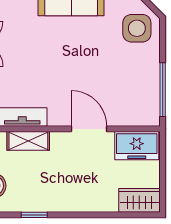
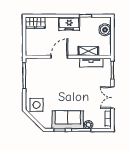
door: (89, 129) -> (59, 57), swing flipped
freezer: (137, 146) -> (69, 24), moved, turned 180

